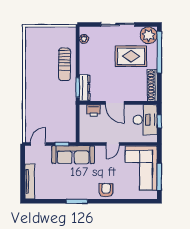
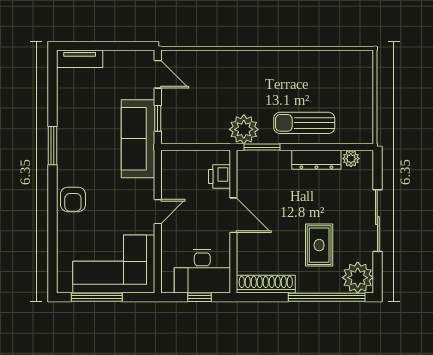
rug: (131, 56) -> (319, 245), width x0.73, depth x0.70
dresser: (85, 88) -> (316, 160), moved
plant: (68, 97) -> (244, 129), added
door: (115, 103) -> (233, 215), swing flipped
door: (113, 144) -> (158, 212), swing flipped
tv unit: (30, 181) -> (80, 59), width x0.71
armchair: (106, 190) -> (73, 199), turned 90

